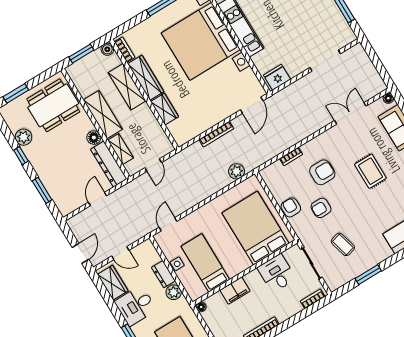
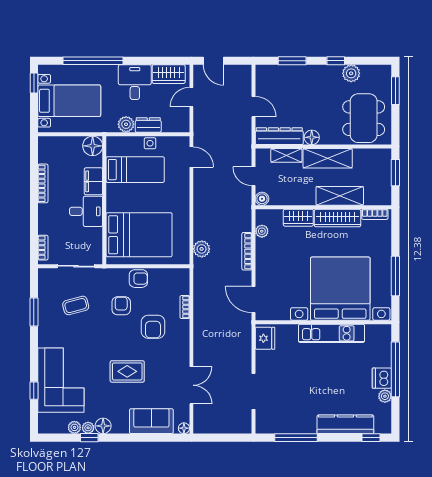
boiler: (107, 49) -> (262, 199), moved
plant: (193, 132) -> (262, 231), added
desk: (277, 273) -> (86, 211), moved
floor lamp: (201, 307) -> (93, 146), width x1.89, depth x1.89

